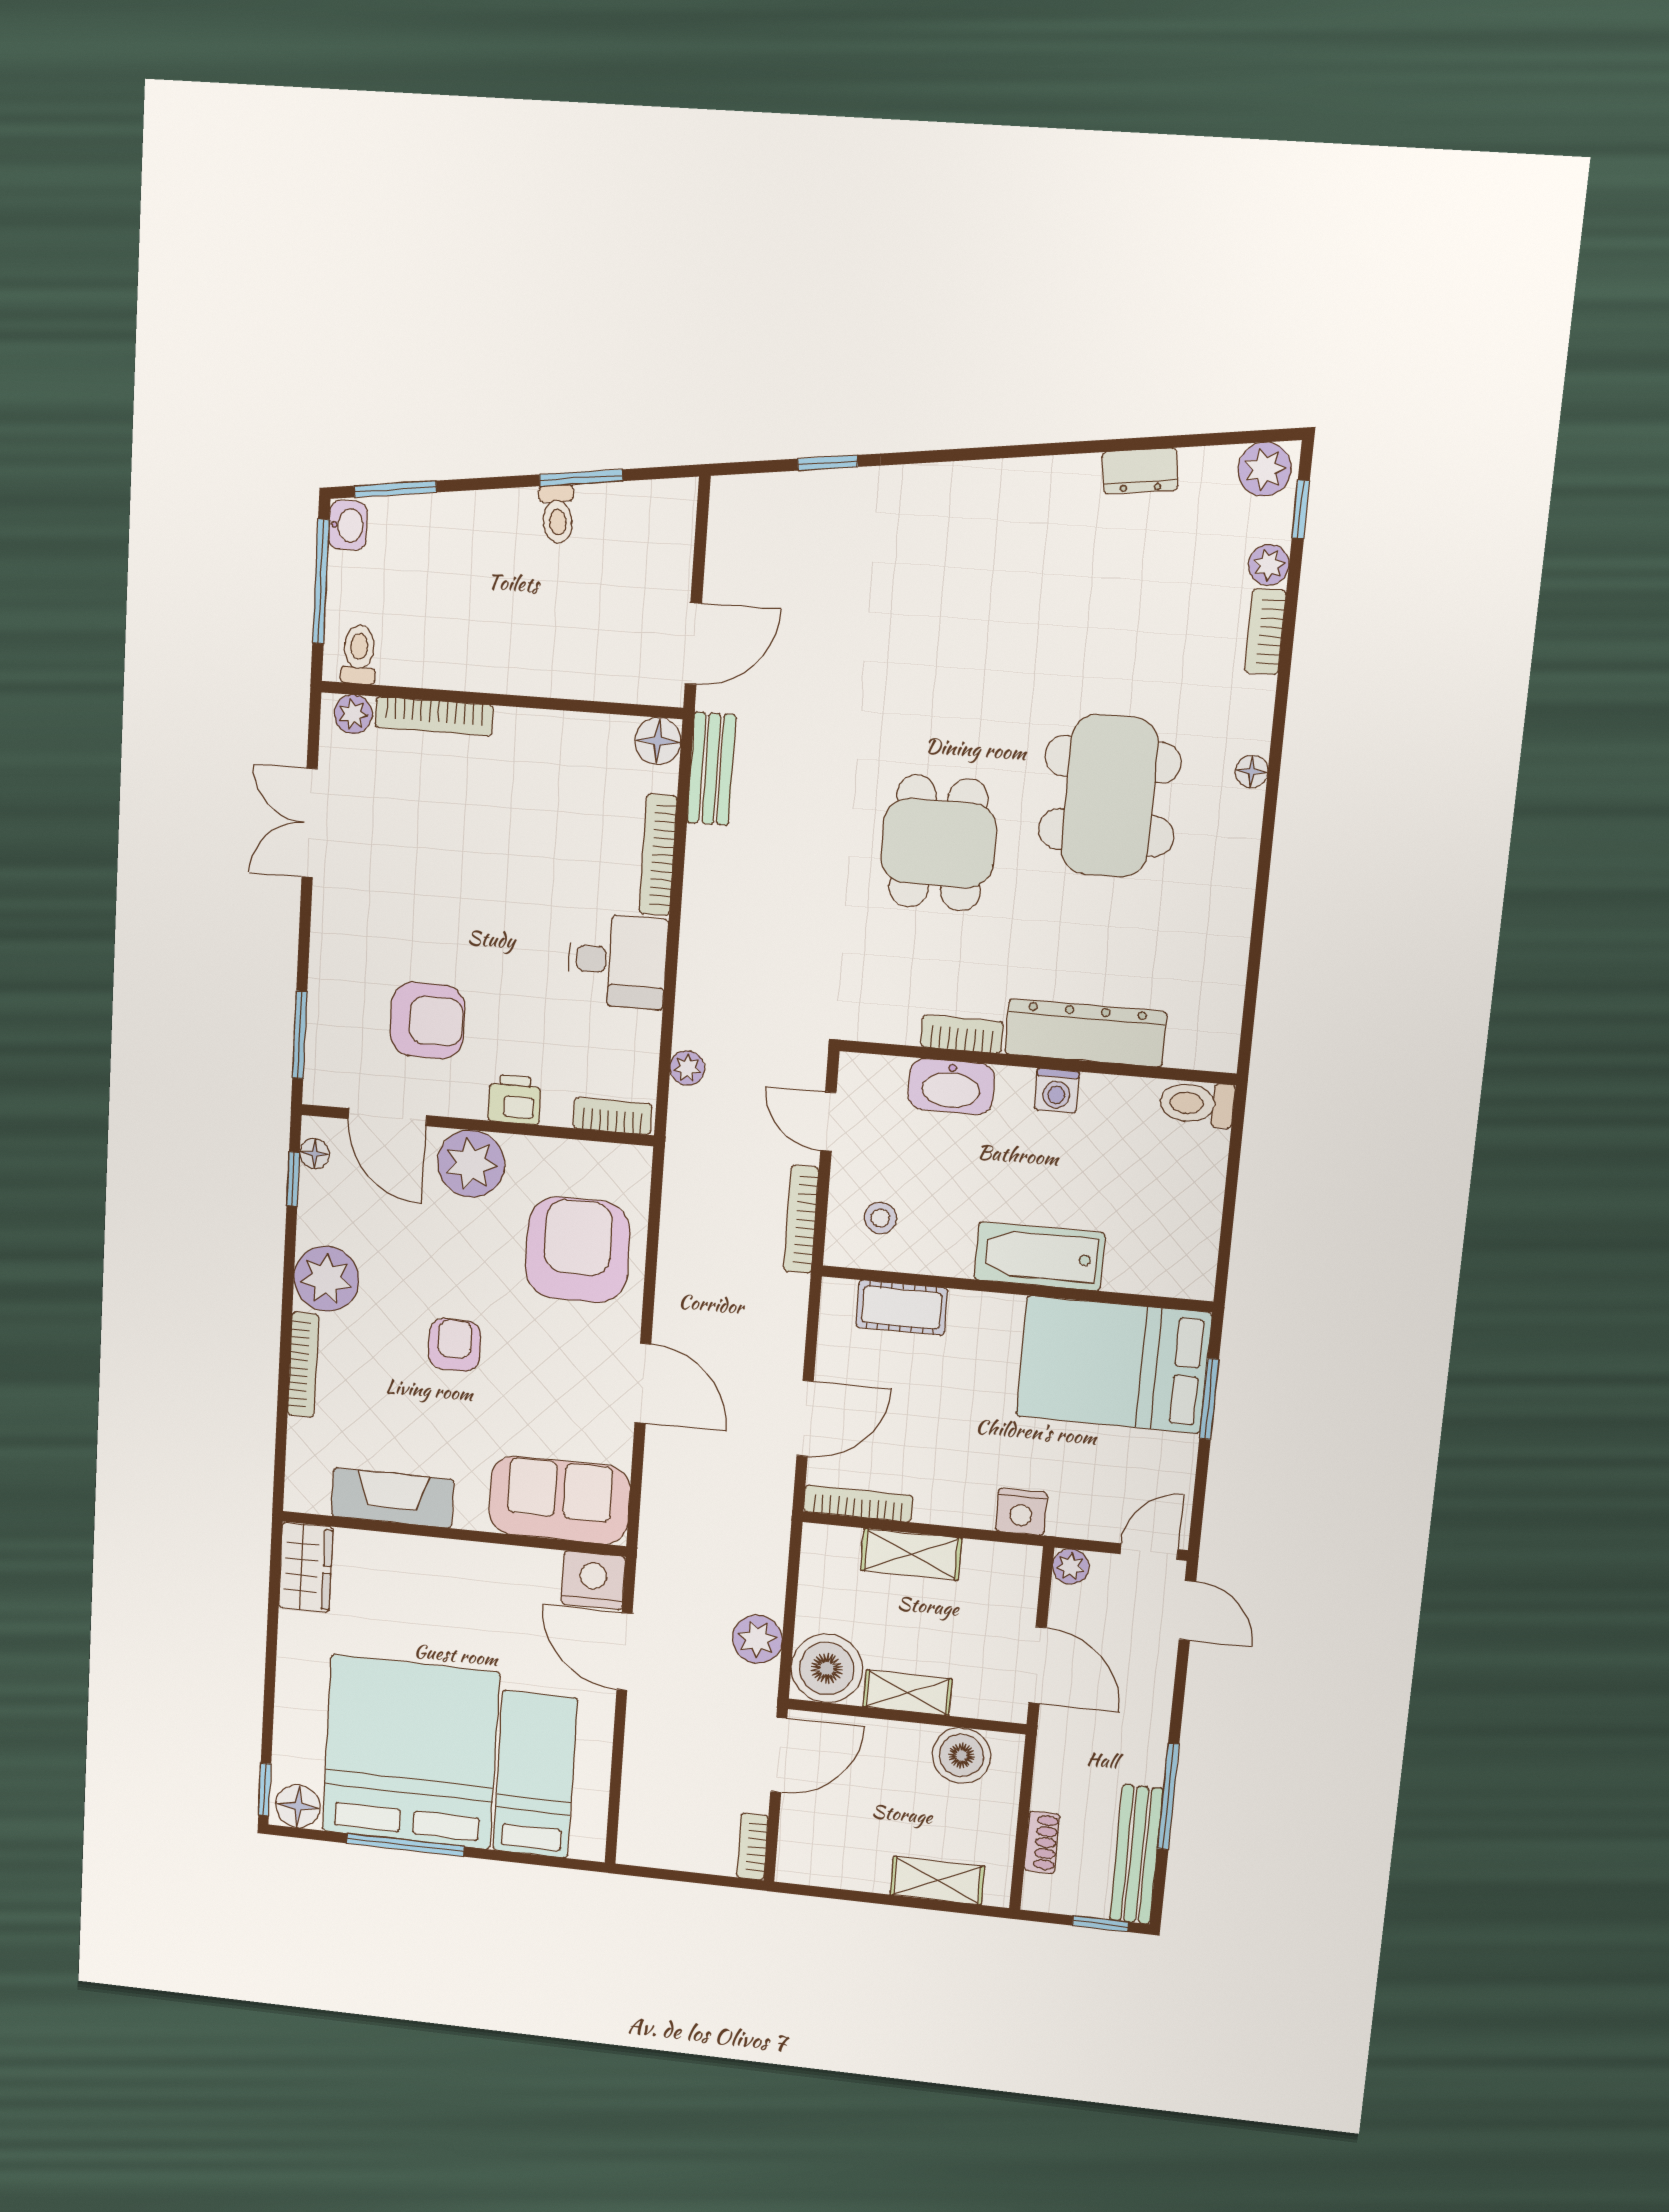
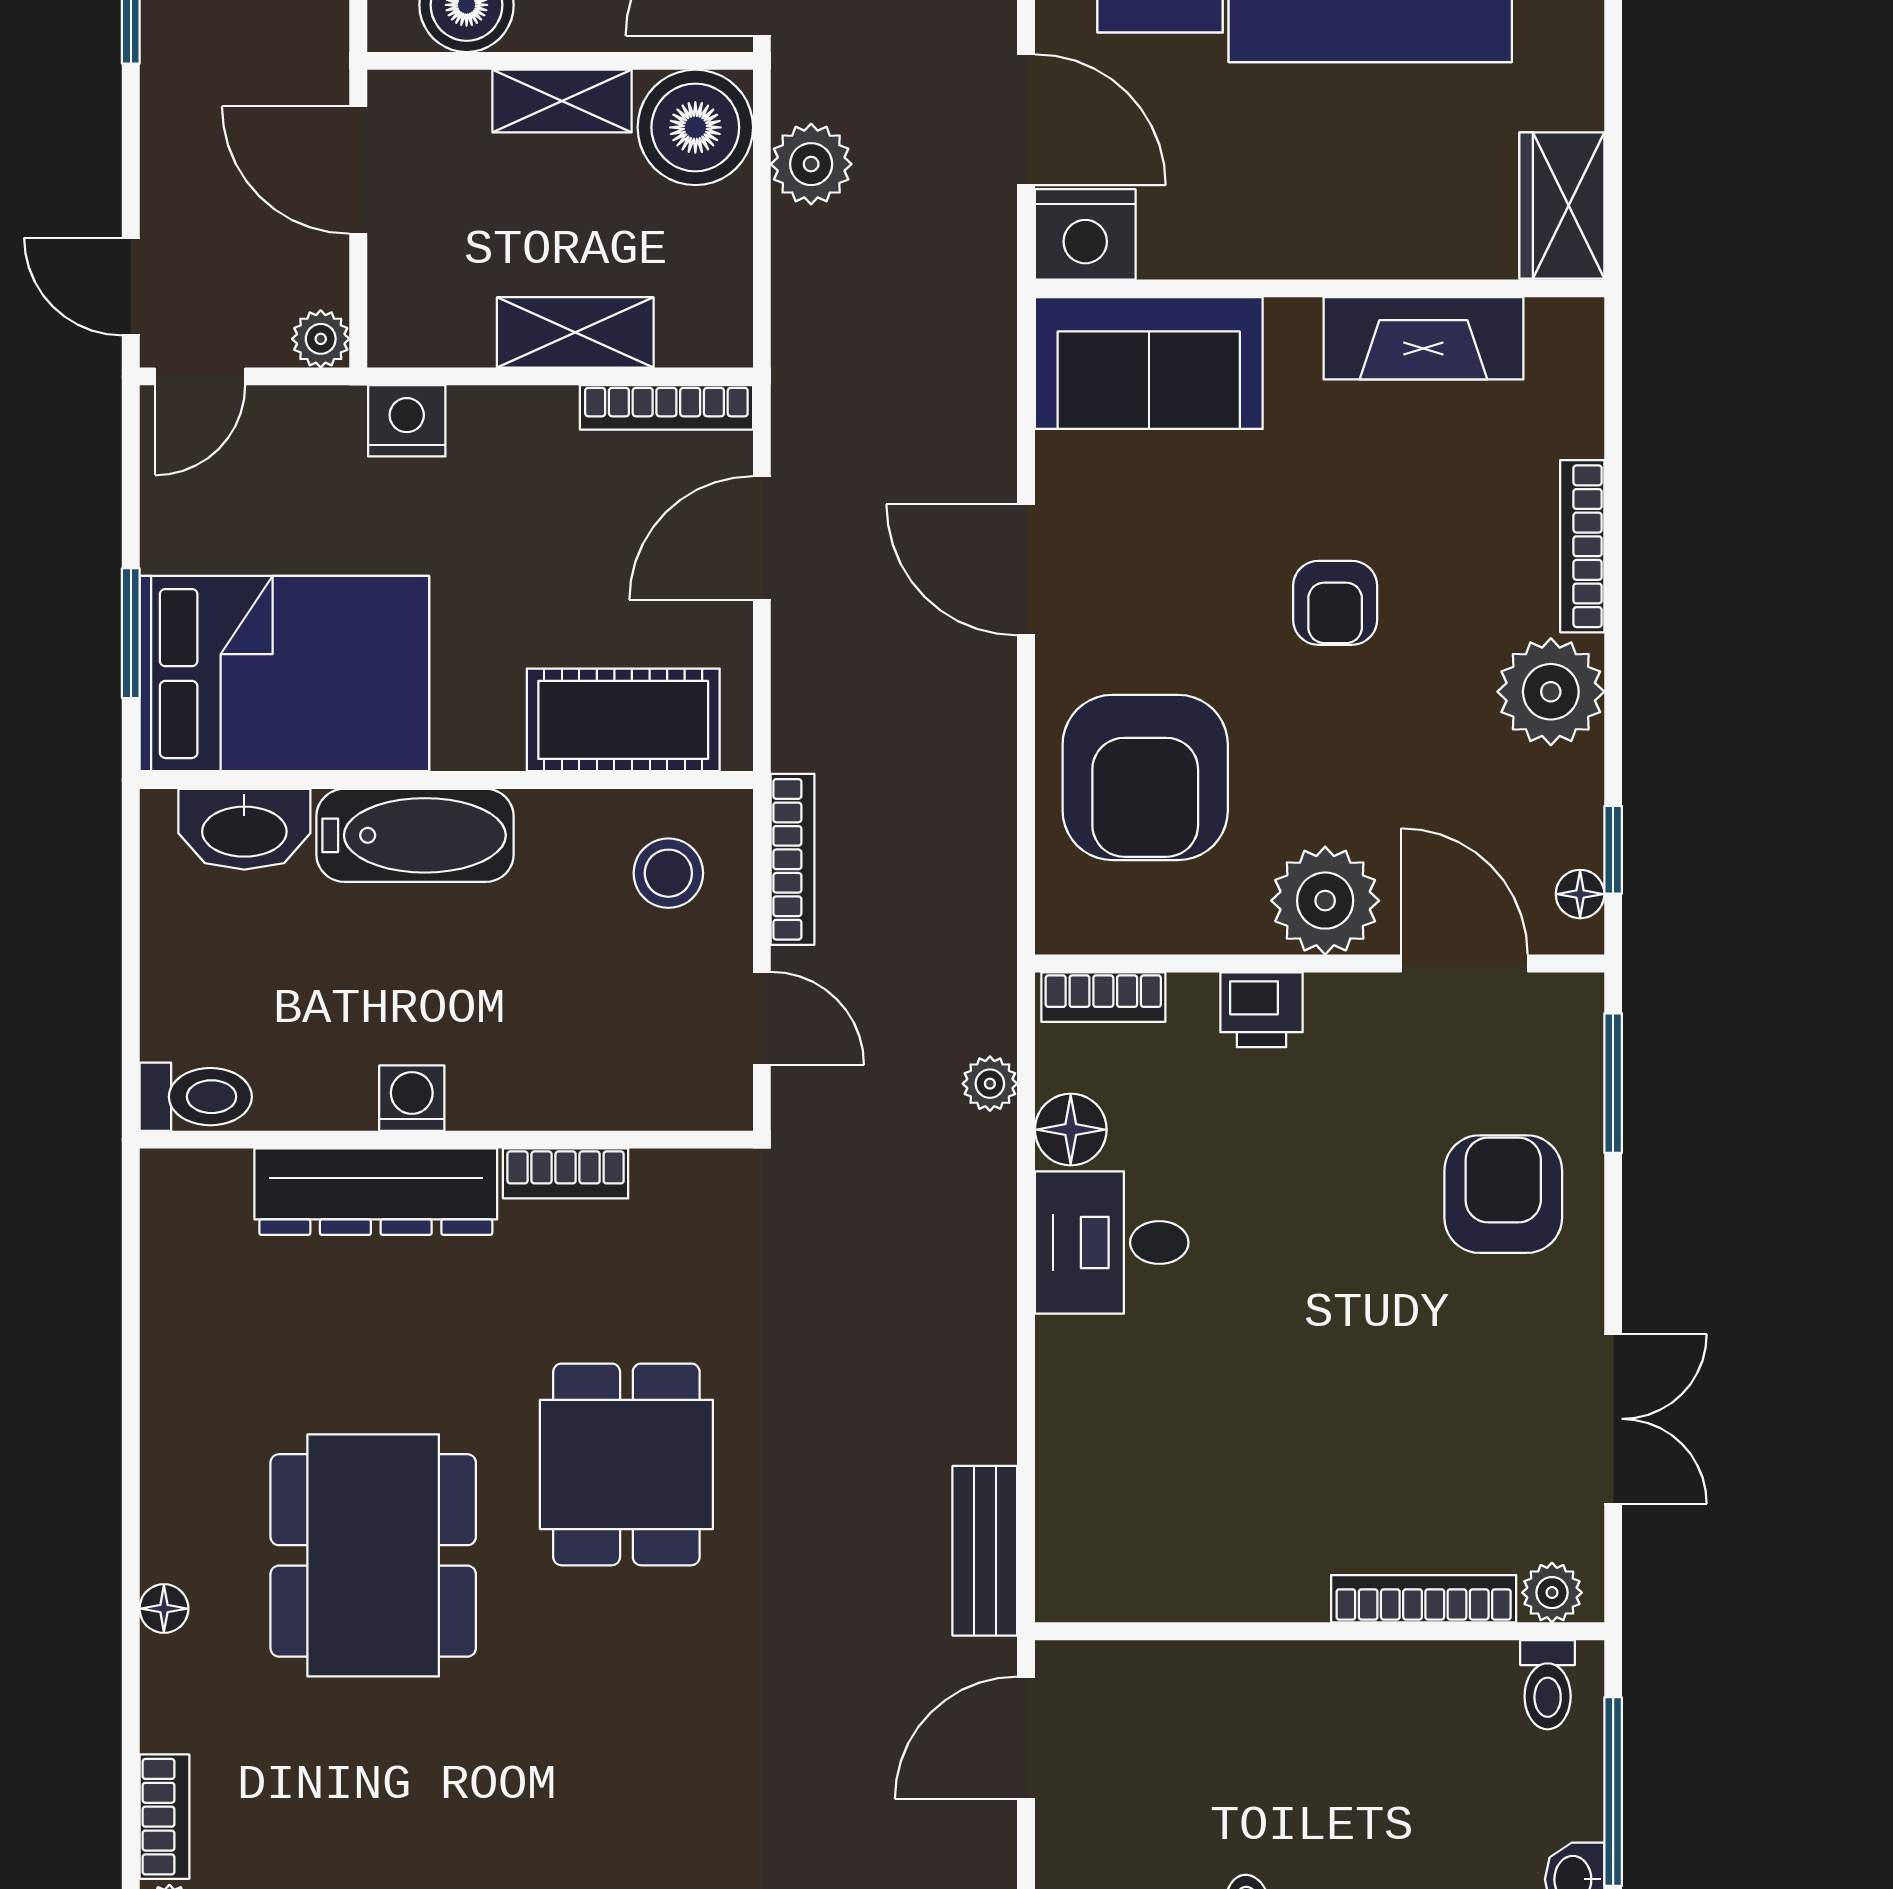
floor lamp: (658, 741) -> (1071, 1130), moved
bookcase: (658, 855) -> (1059, 1412), removed
armchair: (427, 1020) -> (1503, 1194), moved, turned 90
washbasin: (951, 1086) -> (244, 829), moved, turned 180
stool: (880, 1218) -> (668, 873), width x1.37, depth x1.37
cot: (902, 1308) -> (623, 720), width x1.37, depth x1.34

